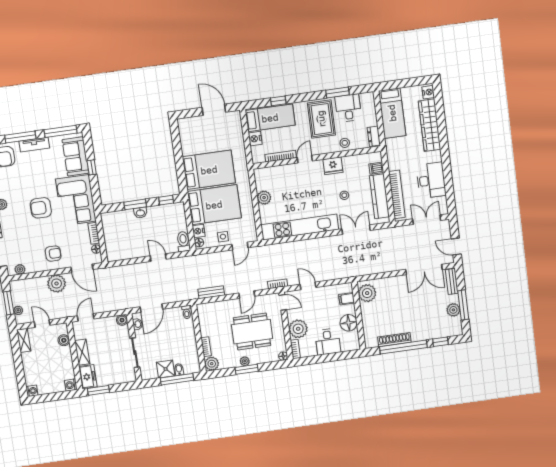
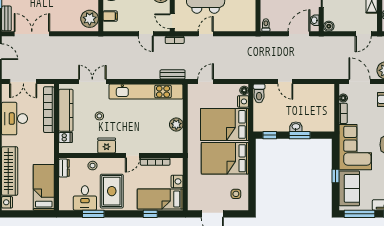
double door: (356, 230) -> (92, 82), swing flipped
side table: (223, 237) -> (236, 194), moved
bench: (211, 292) -> (173, 74), moved

